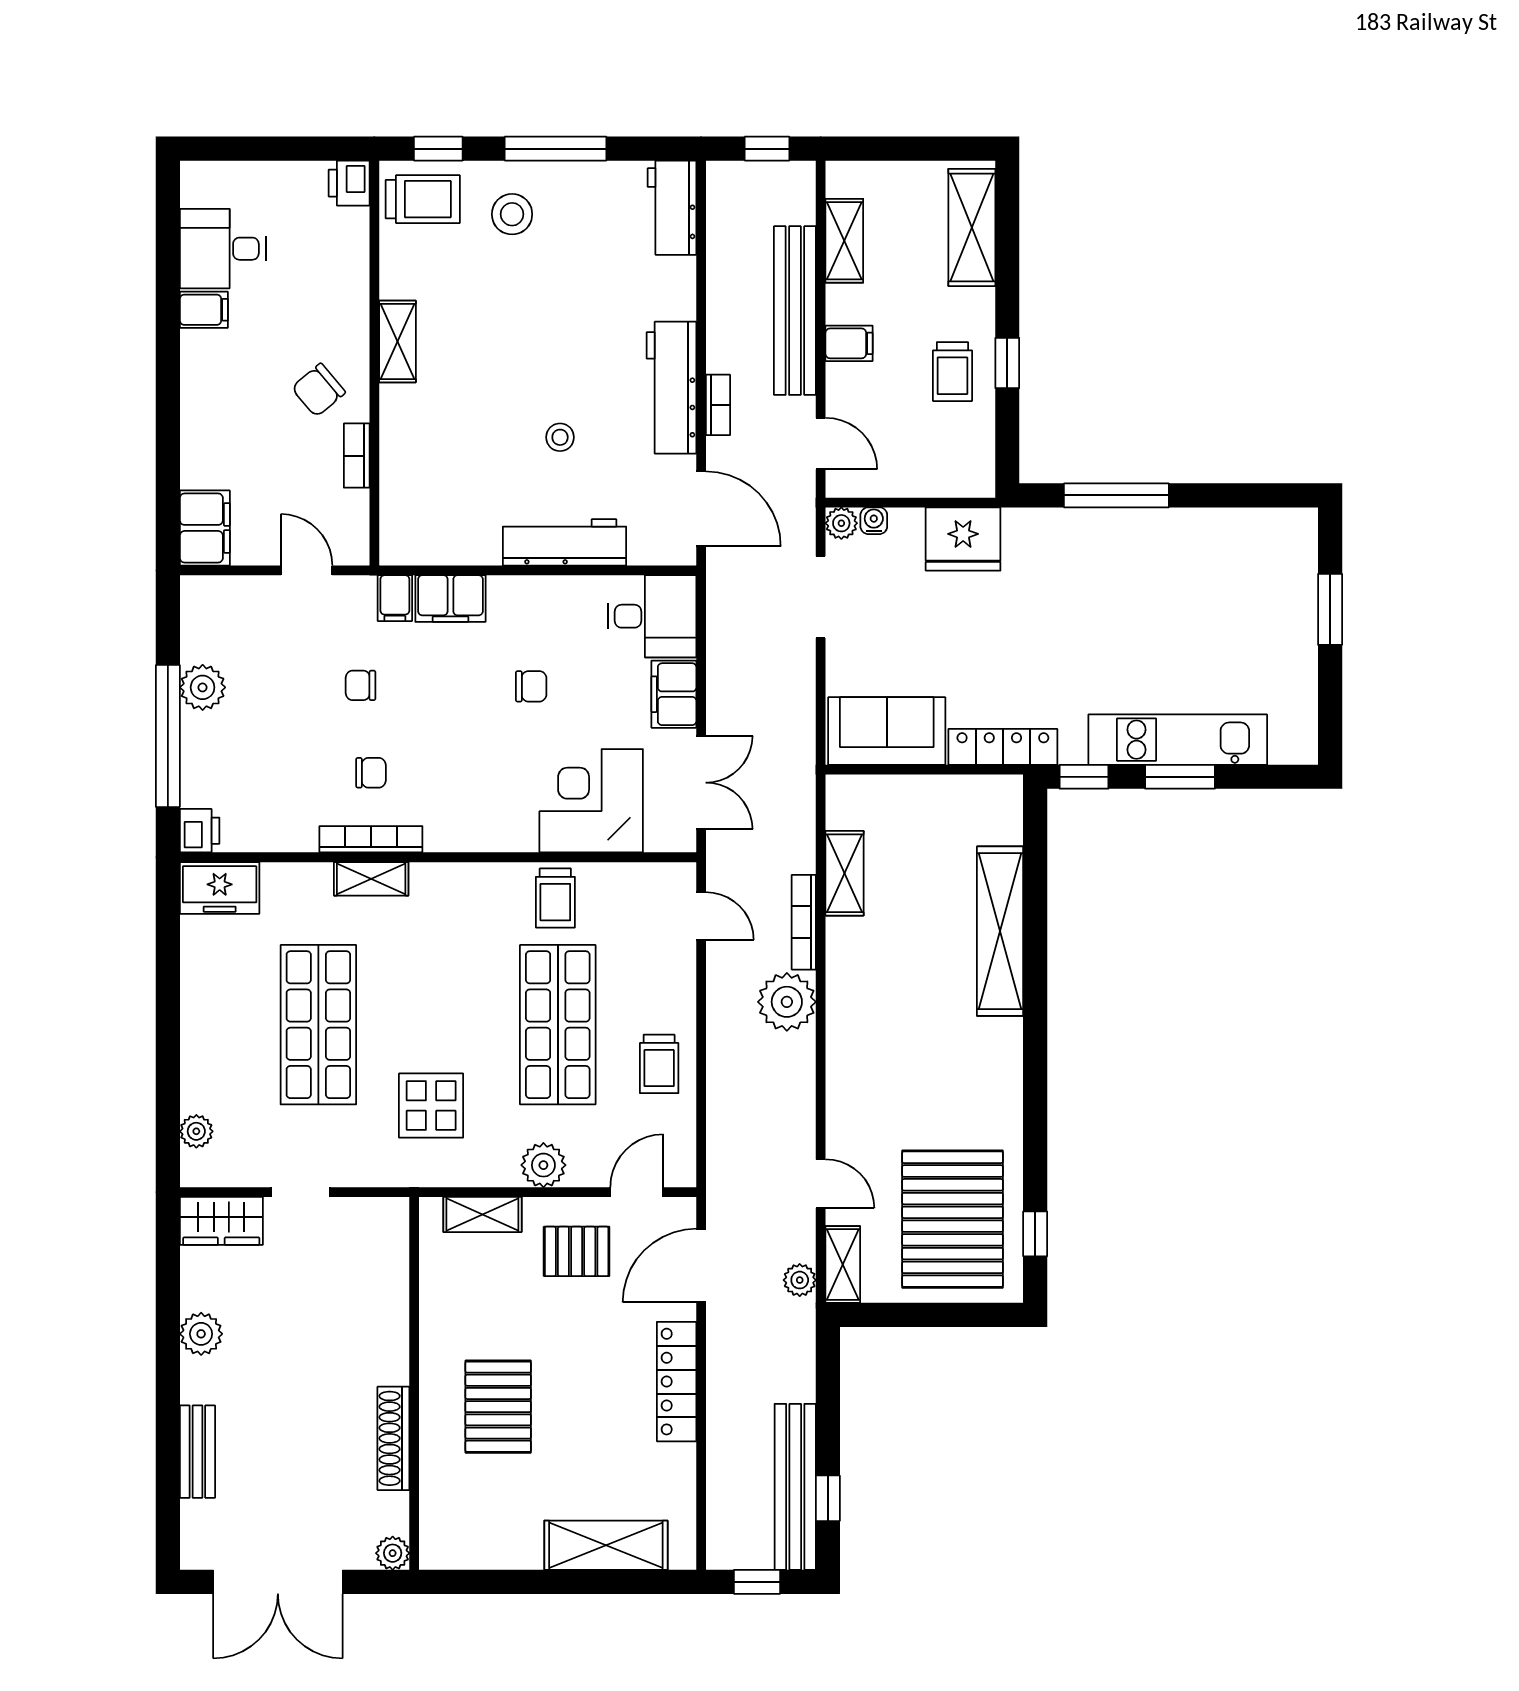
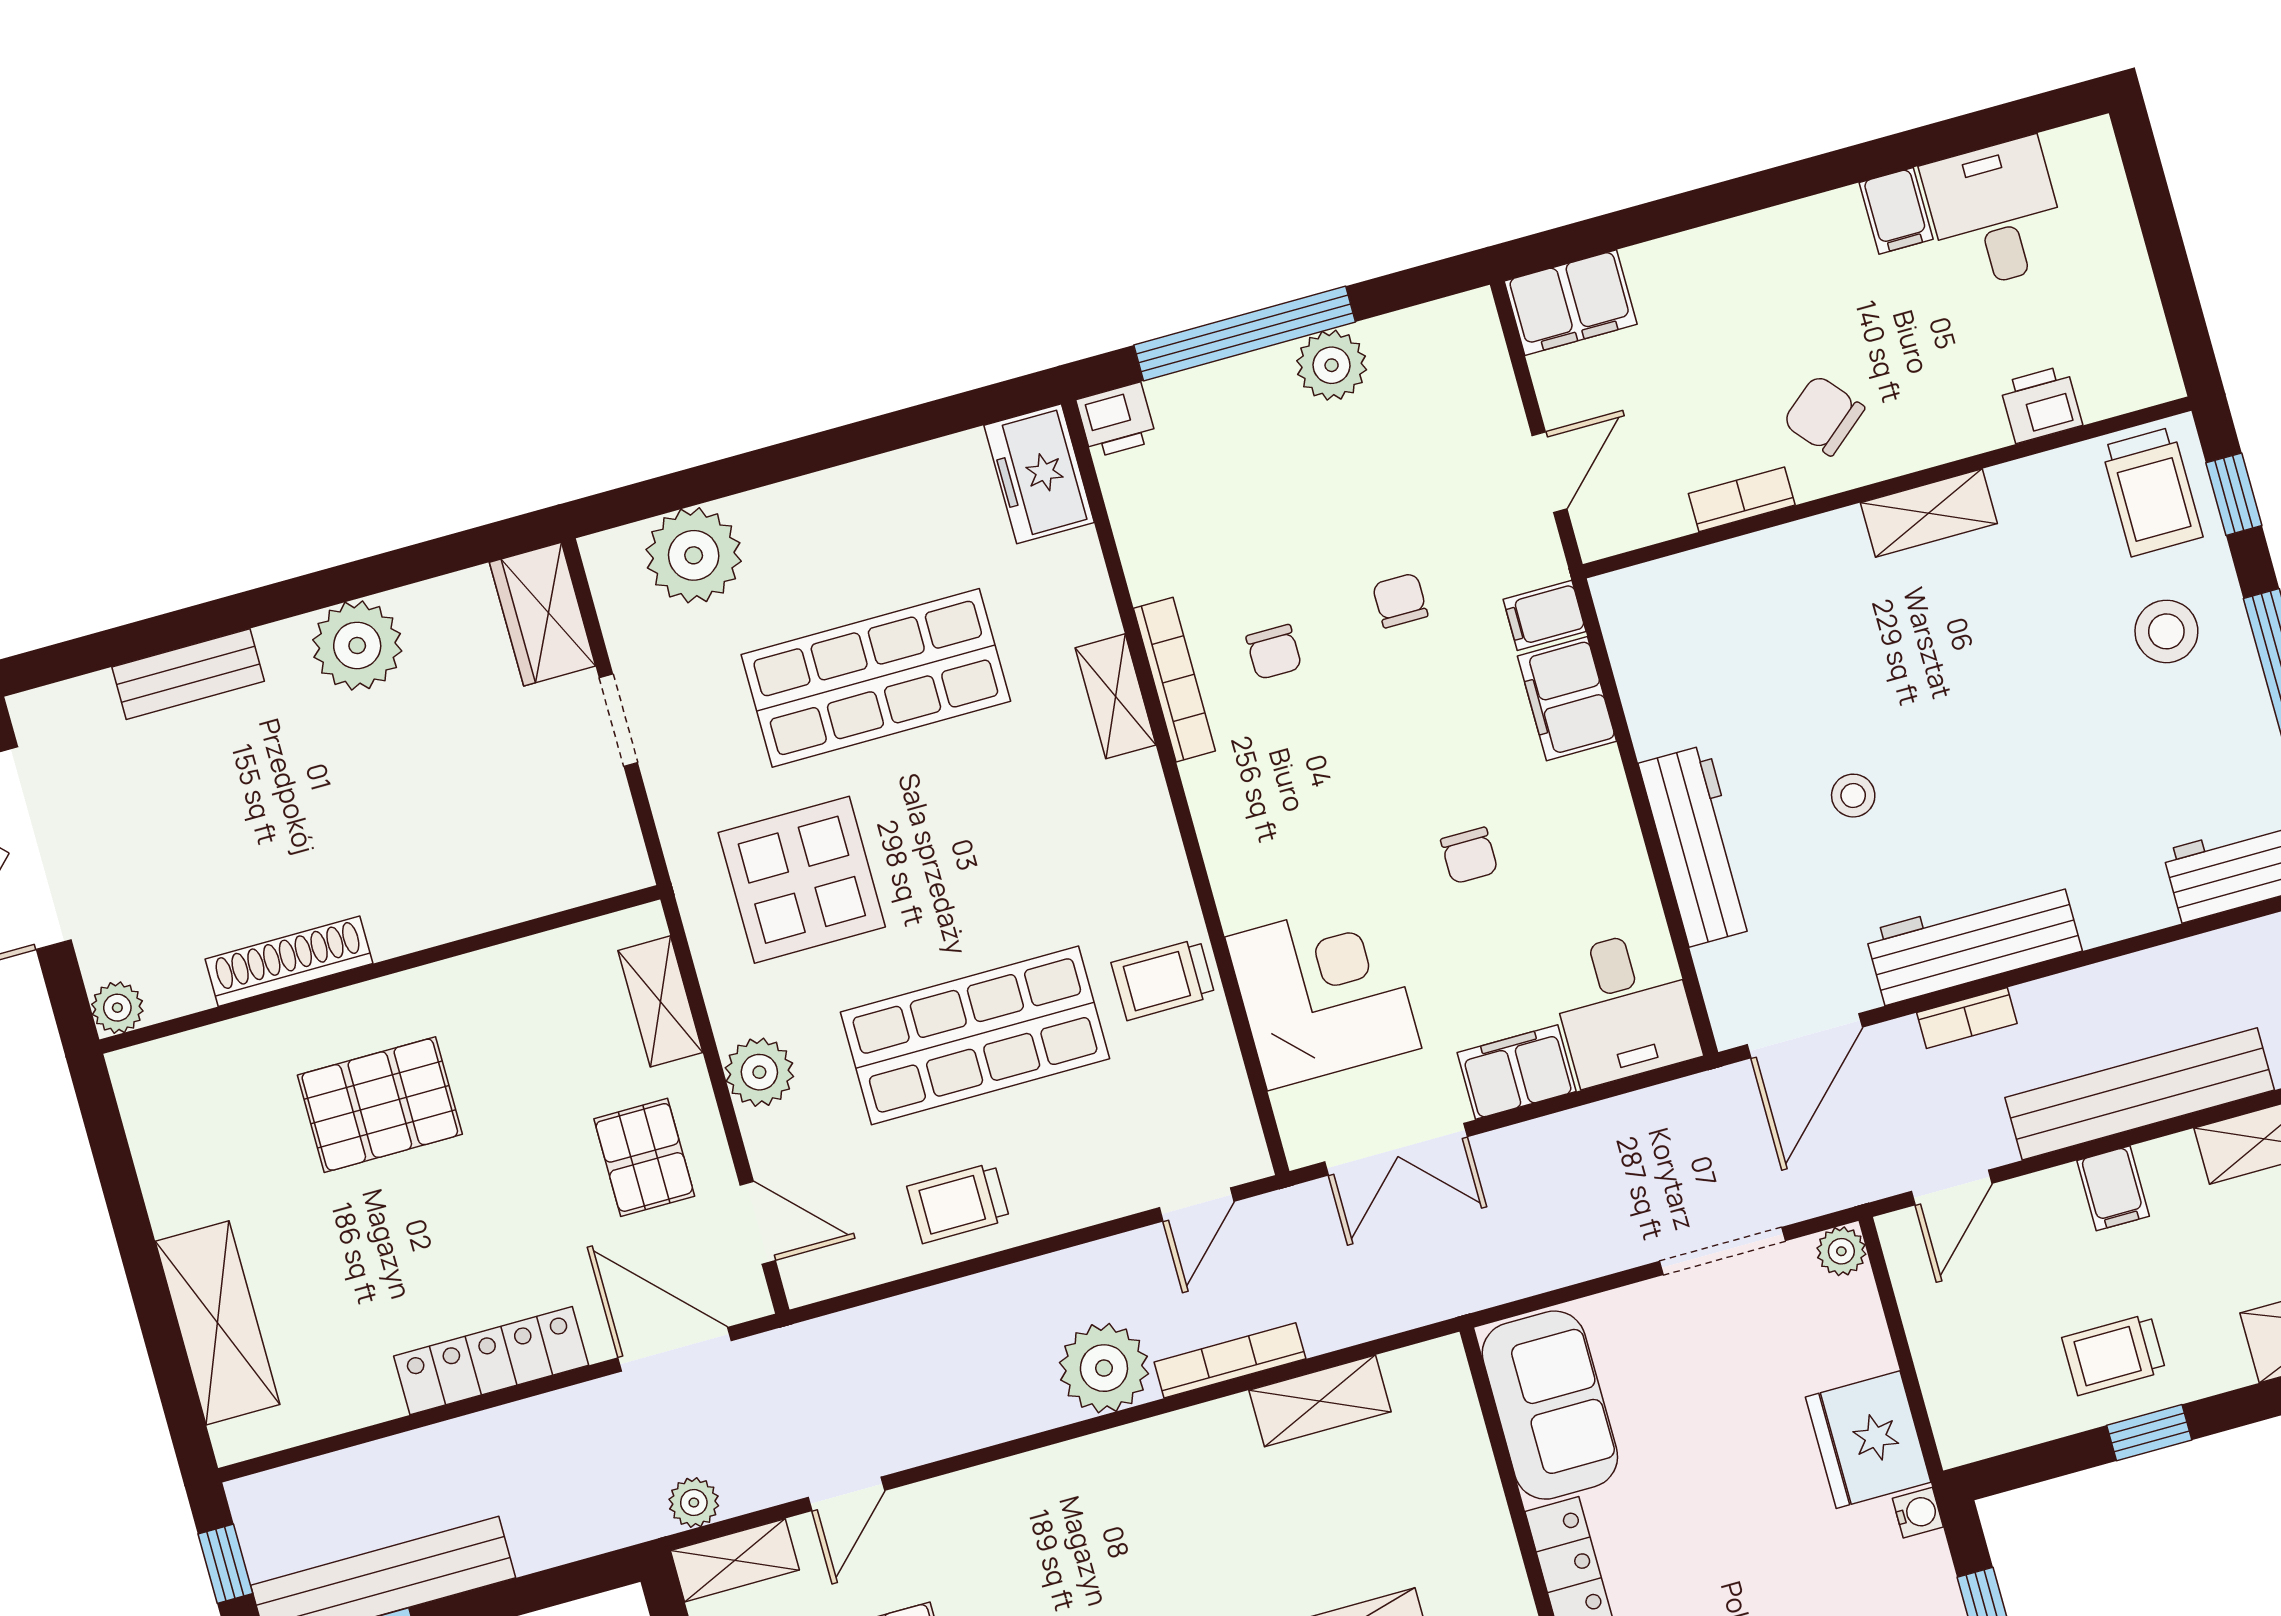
printer: (349, 183) -> (2041, 404), moved
water cooler: (874, 521) -> (1918, 1513), moved
display table: (431, 1106) -> (802, 880), width x1.36, depth x1.36
plant: (196, 1131) -> (694, 555), width x1.87, depth x1.87
plant: (201, 1334) -> (357, 645), width x1.36, depth x1.36

